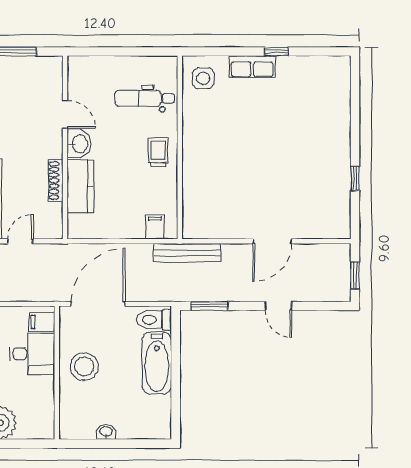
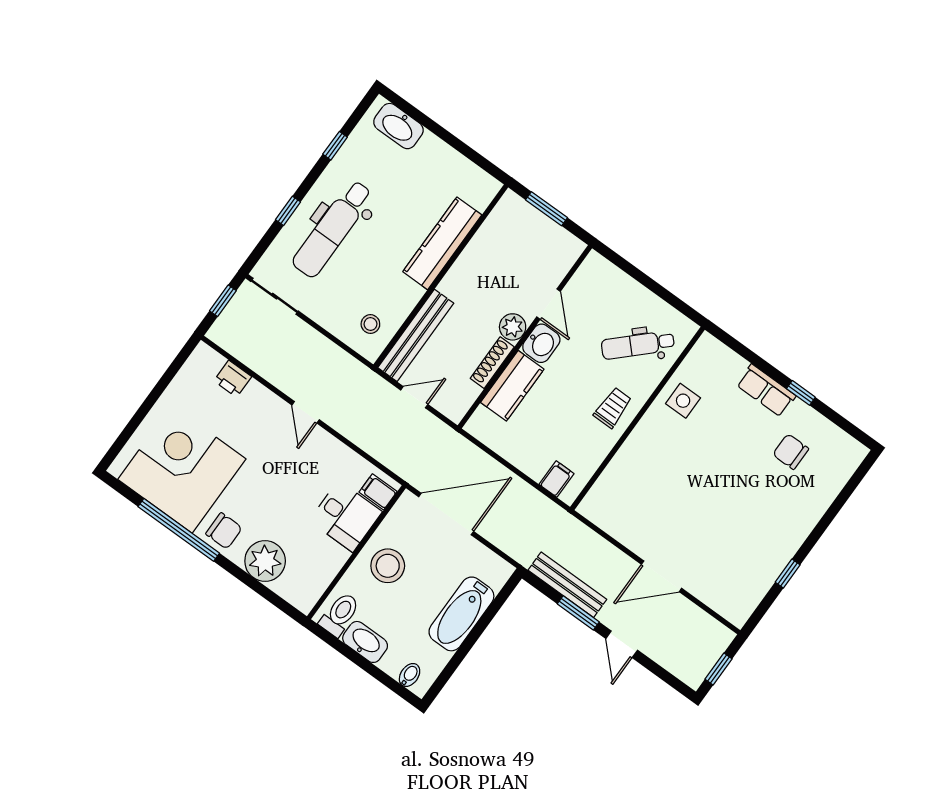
side table: (203, 78) -> (683, 401), moved
chair: (298, 96) -> (791, 452), added
dental chair: (144, 98) -> (638, 345), turned -44
plant: (52, 147) -> (513, 327), added
bench: (187, 253) -> (567, 585), moved
window: (209, 306) -> (578, 613), moved
toilet: (154, 320) -> (340, 614), moved, turned 90
bidet: (152, 429) -> (410, 675), added
washbasin: (106, 432) -> (365, 642), width x1.91, depth x1.45

